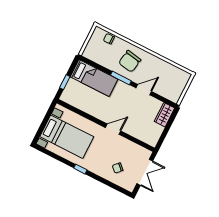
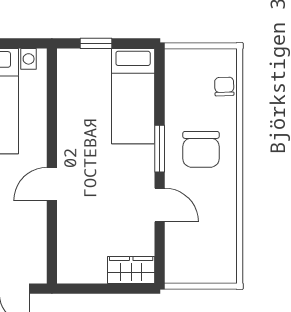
chair: (130, 61) -> (201, 149), turned -100
door: (113, 129) -> (52, 184), swing flipped

